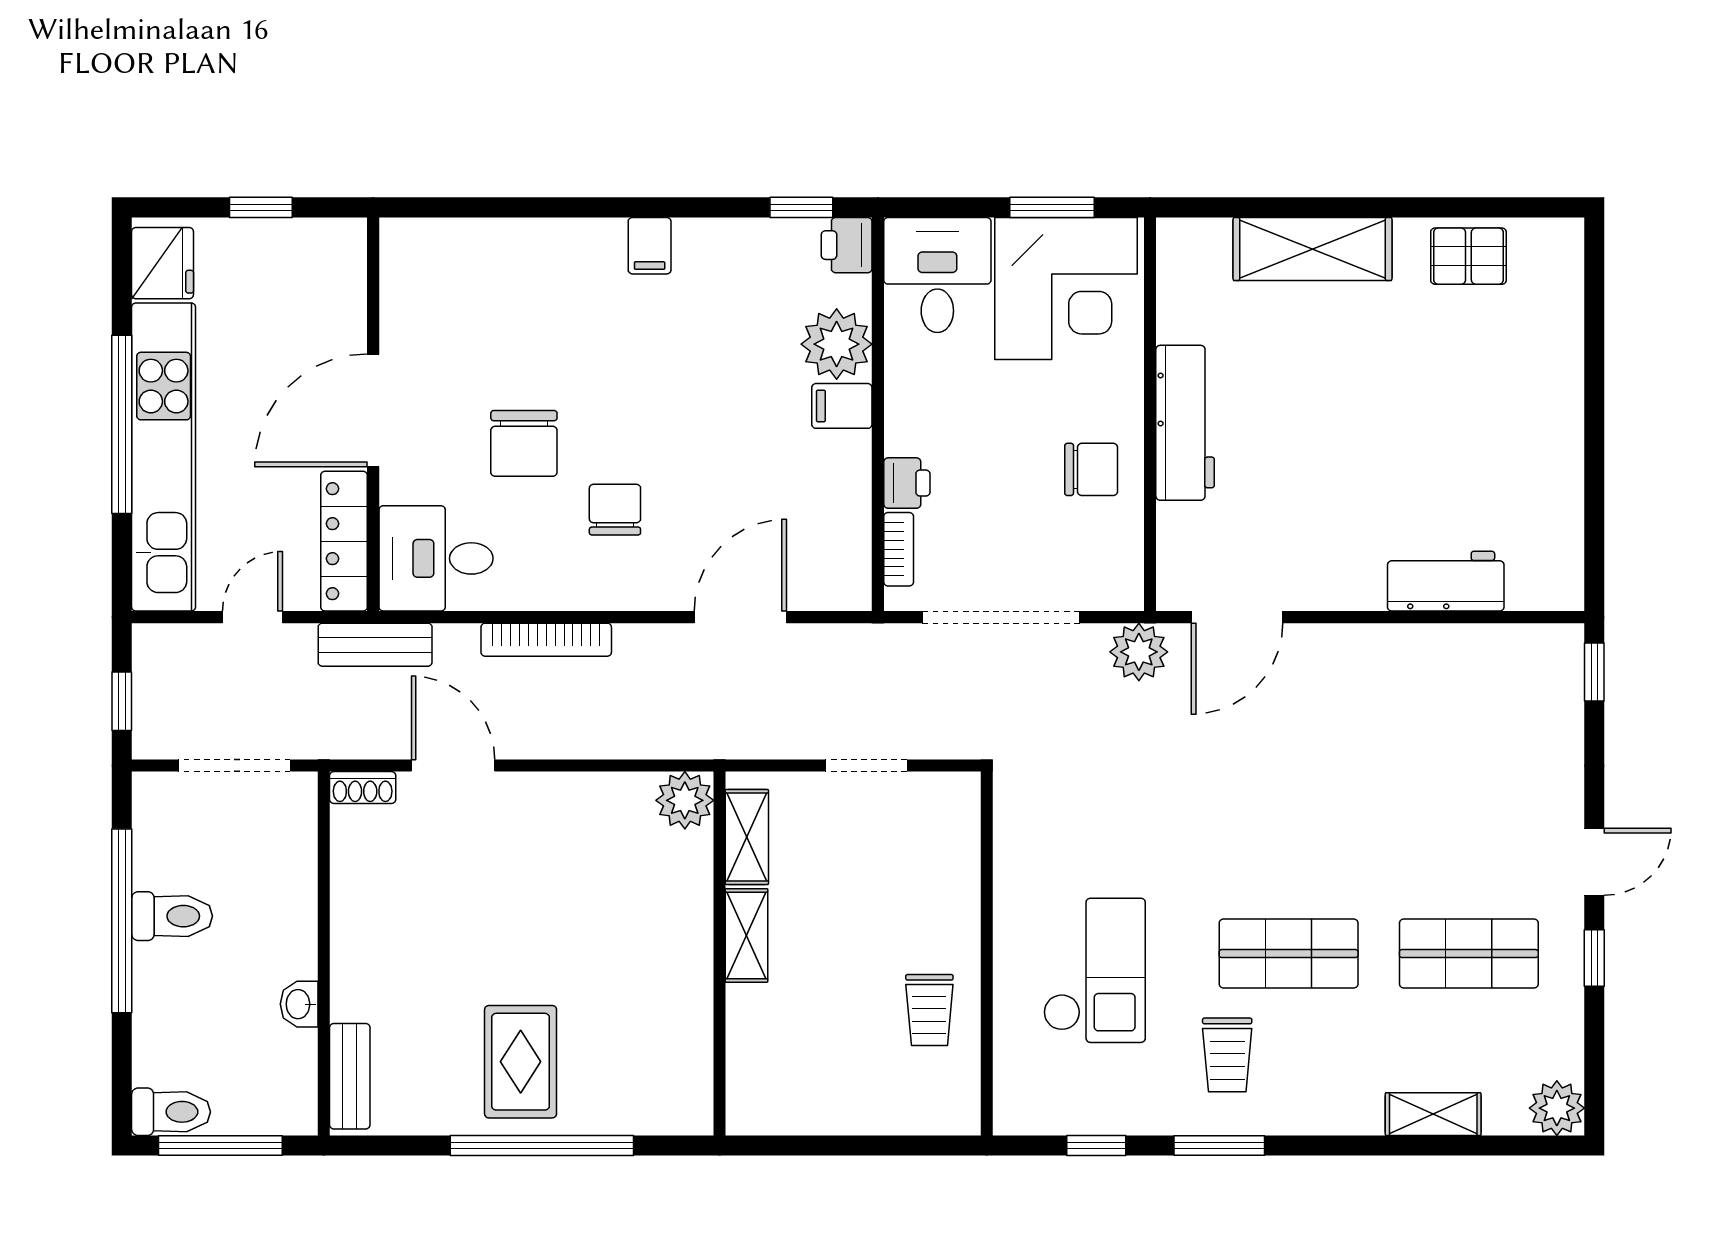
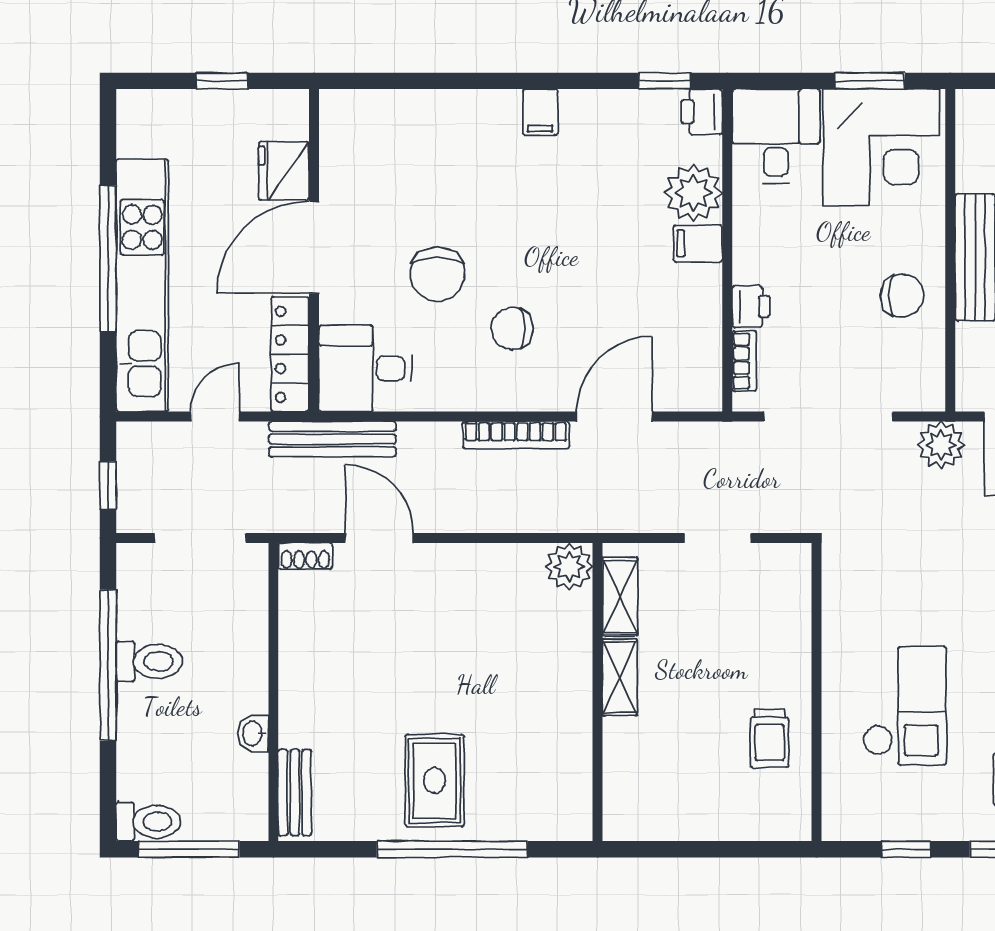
fridge: (163, 263) -> (284, 171), moved, turned 180
chair: (615, 510) -> (512, 328), turned -90
bookcase: (546, 640) -> (516, 435), moved
bench: (375, 645) -> (332, 439), width x1.36

